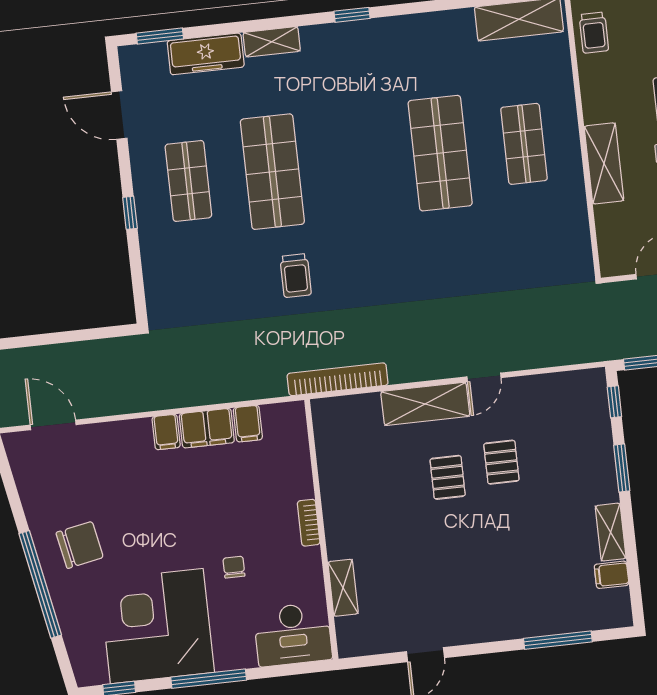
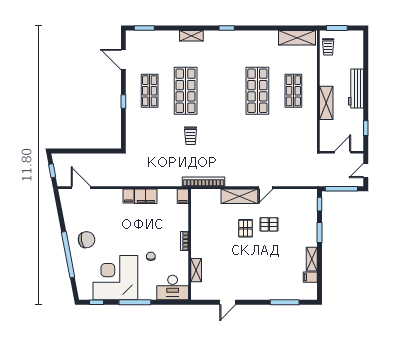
freezer: (206, 54) -> (163, 38), removed
filing cabinet: (248, 424) -> (183, 196), moved
pallet: (501, 462) -> (269, 224), turned 90

